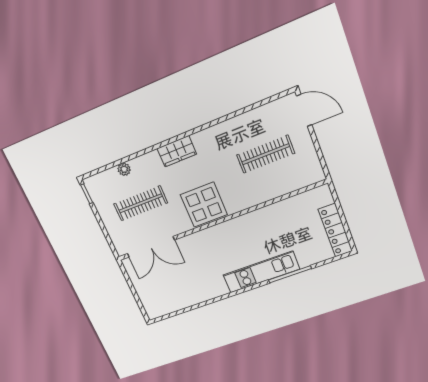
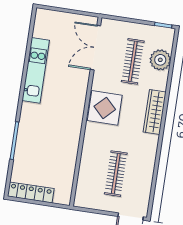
wardrobe: (177, 151) -> (155, 112), width x1.50
plant: (124, 169) -> (160, 60), width x1.87, depth x1.87
kitchen unit: (261, 272) -> (36, 70), moved

